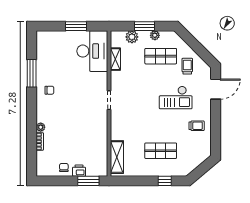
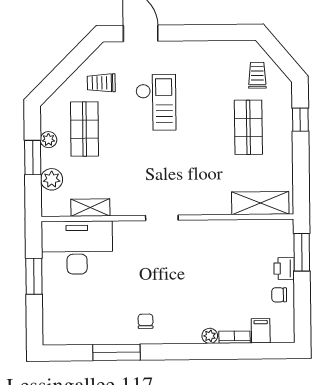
trolley: (197, 126) -> (257, 75), moved
filing cabinet: (43, 157) -> (261, 331), added

